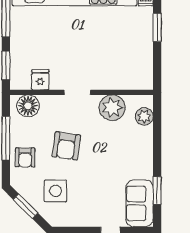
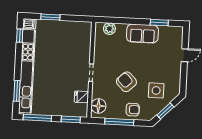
plant: (112, 108) -> (102, 50), removed
armchair: (66, 146) -> (126, 82), turned -142
sofa: (140, 203) -> (142, 34), moved

